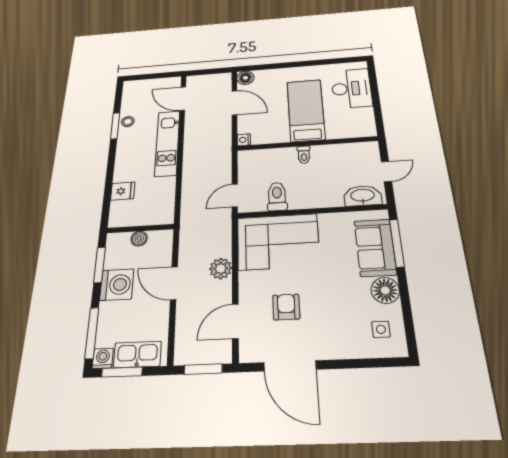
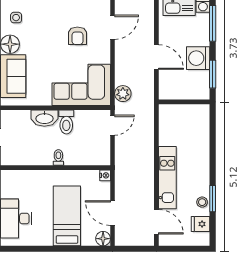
bed: (306, 110) -> (67, 216), moved, turned 180
fridge: (123, 191) -> (201, 224), moved
toilet: (277, 196) -> (66, 122), moved
washbasin: (363, 196) -> (44, 118), moved
boiler: (139, 239) -> (184, 94), removed
plant: (221, 269) -> (123, 94), moved

